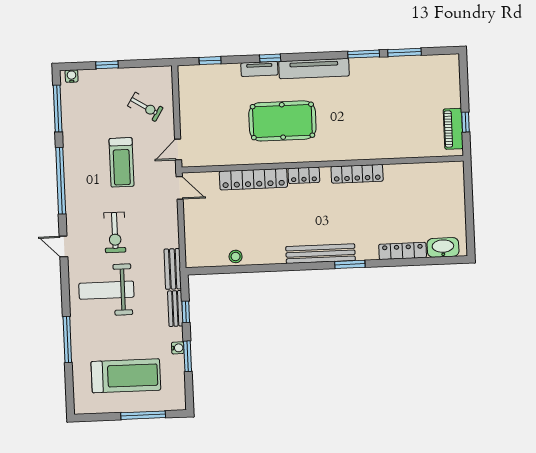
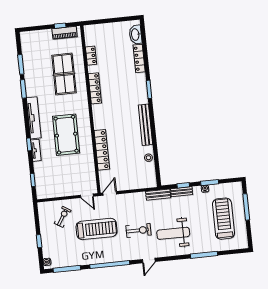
table tennis table: (384, 124) -> (64, 74), added
treadmill: (122, 162) -> (97, 229), width x1.37, depth x1.38
locker: (304, 175) -> (91, 56), moved
bench: (321, 254) -> (145, 125), moved
weight bench: (106, 290) -> (173, 233), turned 90

